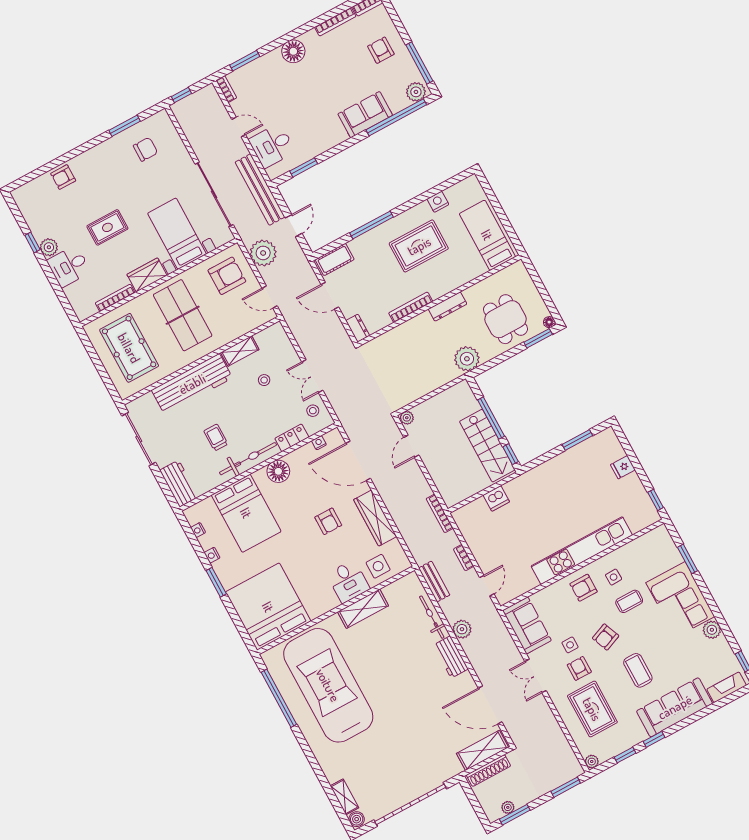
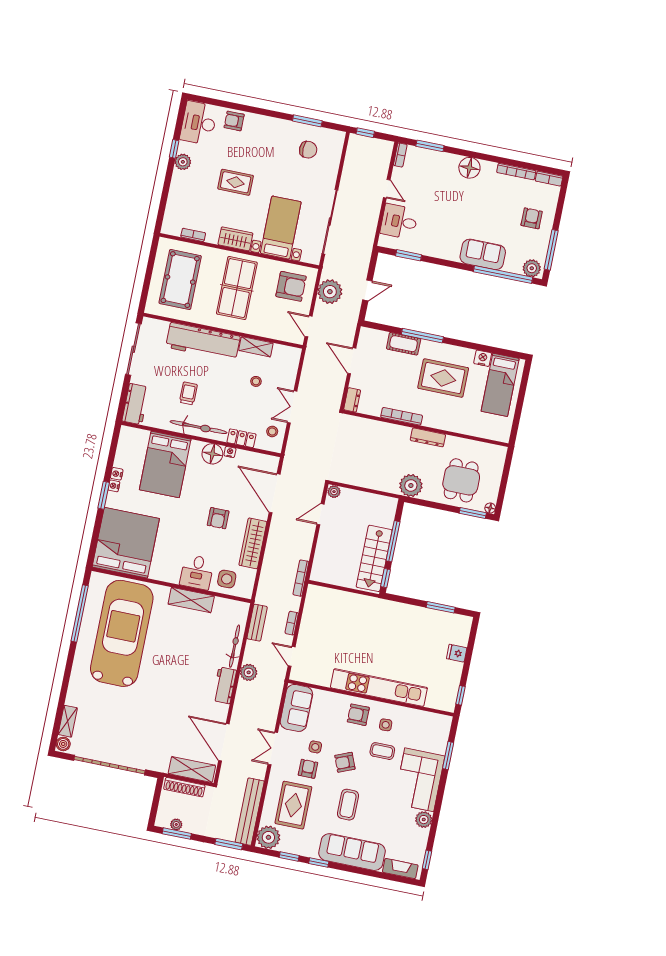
bench: (260, 190) -> (250, 812), moved
bed: (487, 235) -> (500, 385), moved, turned 180
cot: (335, 259) -> (404, 344), moved
desk: (69, 266) -> (199, 123), moved, width x1.37
bookcase: (115, 298) -> (193, 235), width x0.64
nightstand: (319, 443) -> (230, 452), moved
dishwasher: (496, 498) -> (350, 601), removed
nightstand: (198, 530) -> (114, 486), moved
door: (487, 586) -> (292, 656), swing flipped
plant: (592, 762) -> (268, 837), width x1.88, depth x1.88

